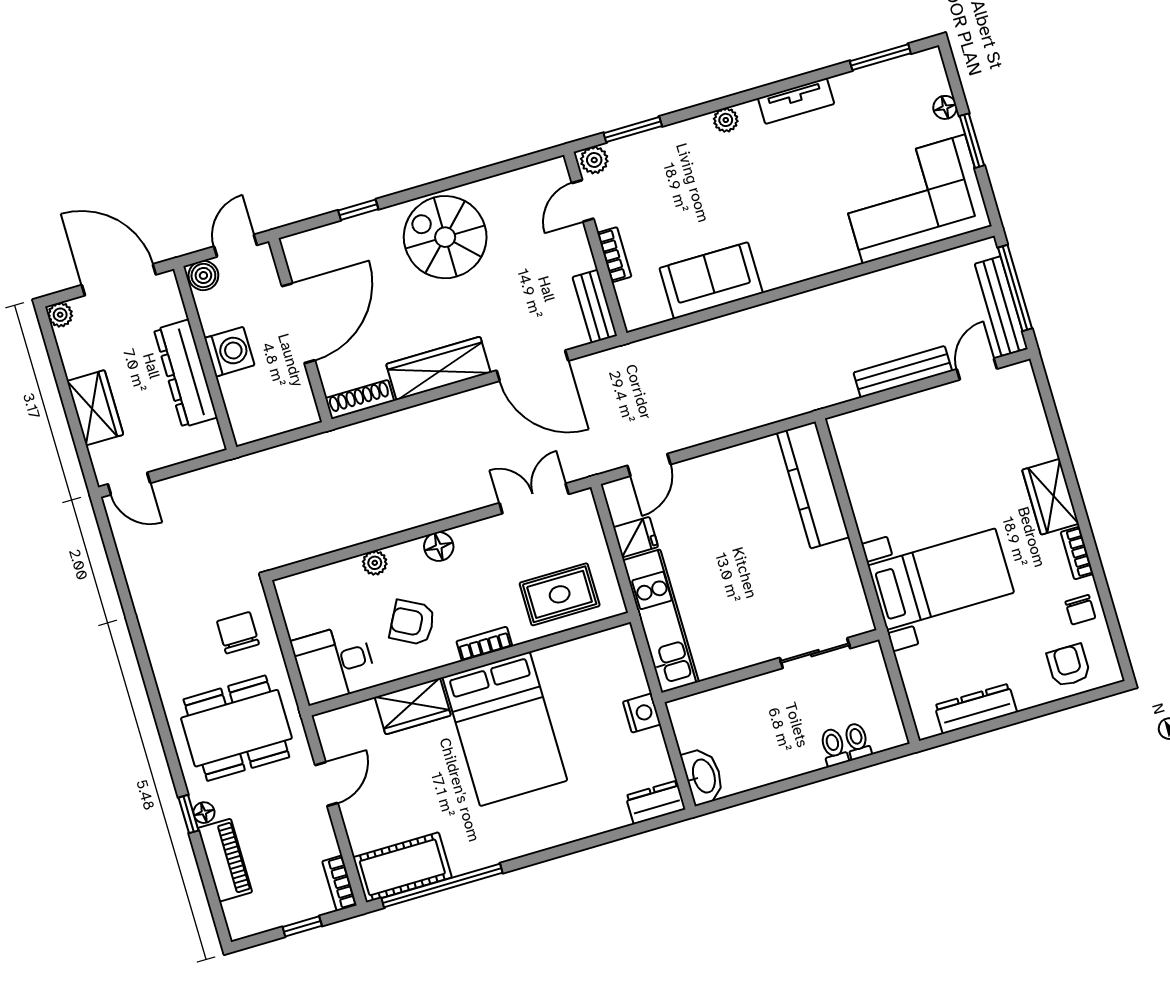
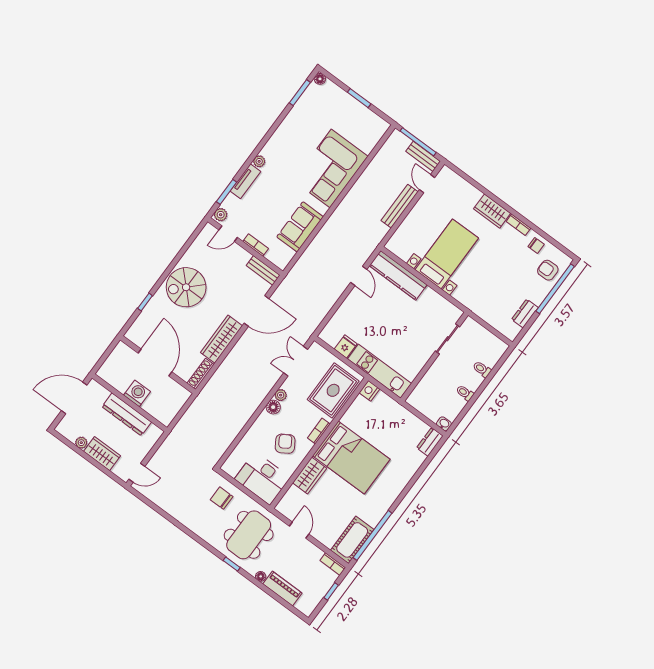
tv unit: (796, 101) -> (245, 181), moved
floor lamp: (945, 107) -> (320, 79), moved
corner sofa: (914, 199) -> (331, 168), moved
door: (583, 201) -> (228, 234), hinge flipped
door: (235, 246) -> (109, 351), removed
boiler: (203, 275) -> (105, 372), removed
bench: (1001, 306) -> (423, 156), width x0.73
plant: (60, 315) -> (81, 443), moved
door: (649, 465) -> (359, 276), moved
plant: (375, 563) -> (281, 395), moved
bed with nightstands: (941, 579) -> (447, 254), moved
rug: (560, 594) -> (333, 390), width x1.36, depth x1.43
armchair: (412, 623) -> (285, 444), turned 120
desk: (334, 663) -> (262, 478), width x1.37
window: (1057, 706) -> (555, 289), added
dresser: (976, 709) -> (525, 313), width x0.70
nightstand: (642, 713) -> (369, 391), moved, turned -90
toilet: (857, 741) -> (465, 393), moved
washbasin: (703, 776) -> (444, 424), width x0.52, depth x0.69
window: (188, 814) -> (232, 564), moved

